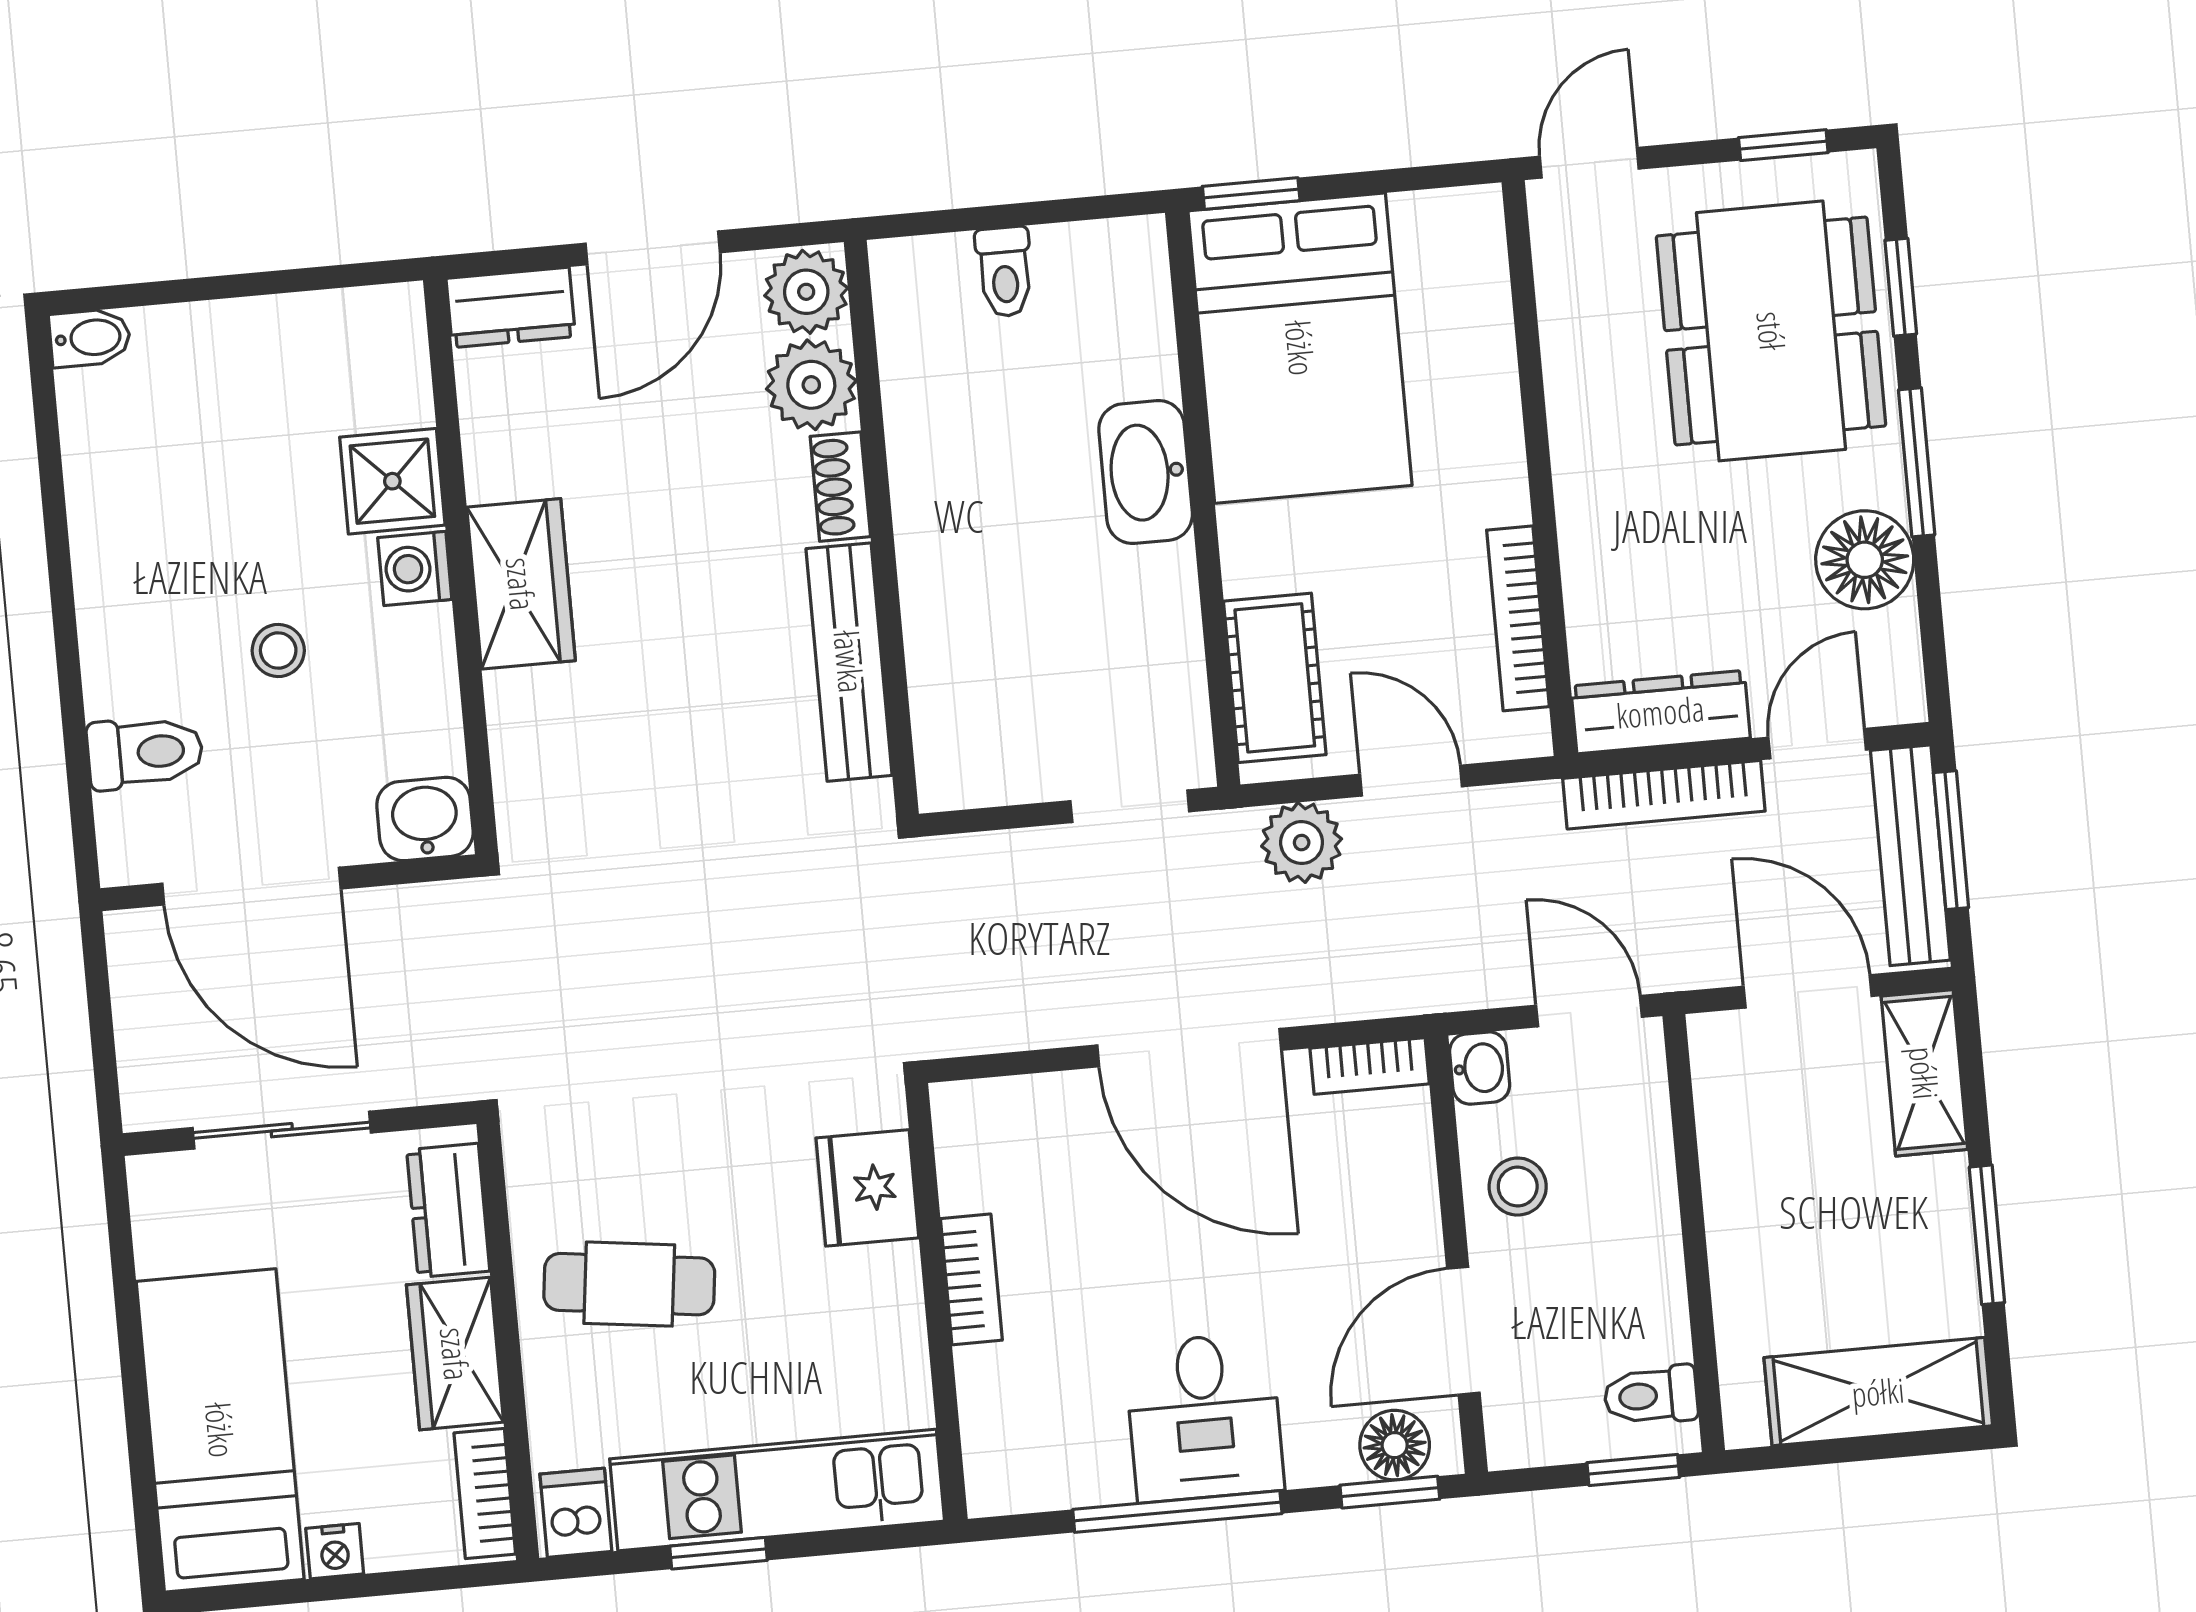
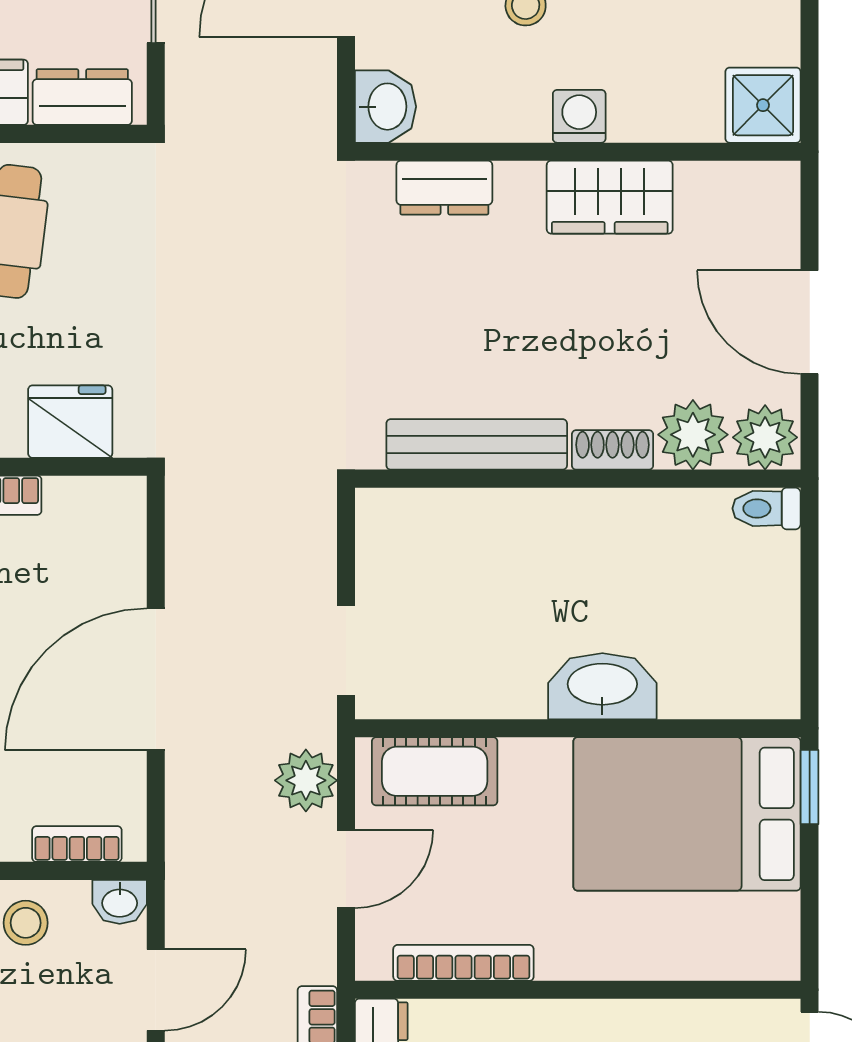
toilet: (1005, 272) -> (767, 508), moved
dresser: (511, 307) -> (444, 188), moved, turned -90
shower: (392, 481) -> (763, 105), moved
wardrobe: (521, 584) -> (610, 197), moved
bookcase: (1370, 1066) -> (77, 844), moved, turned 90

